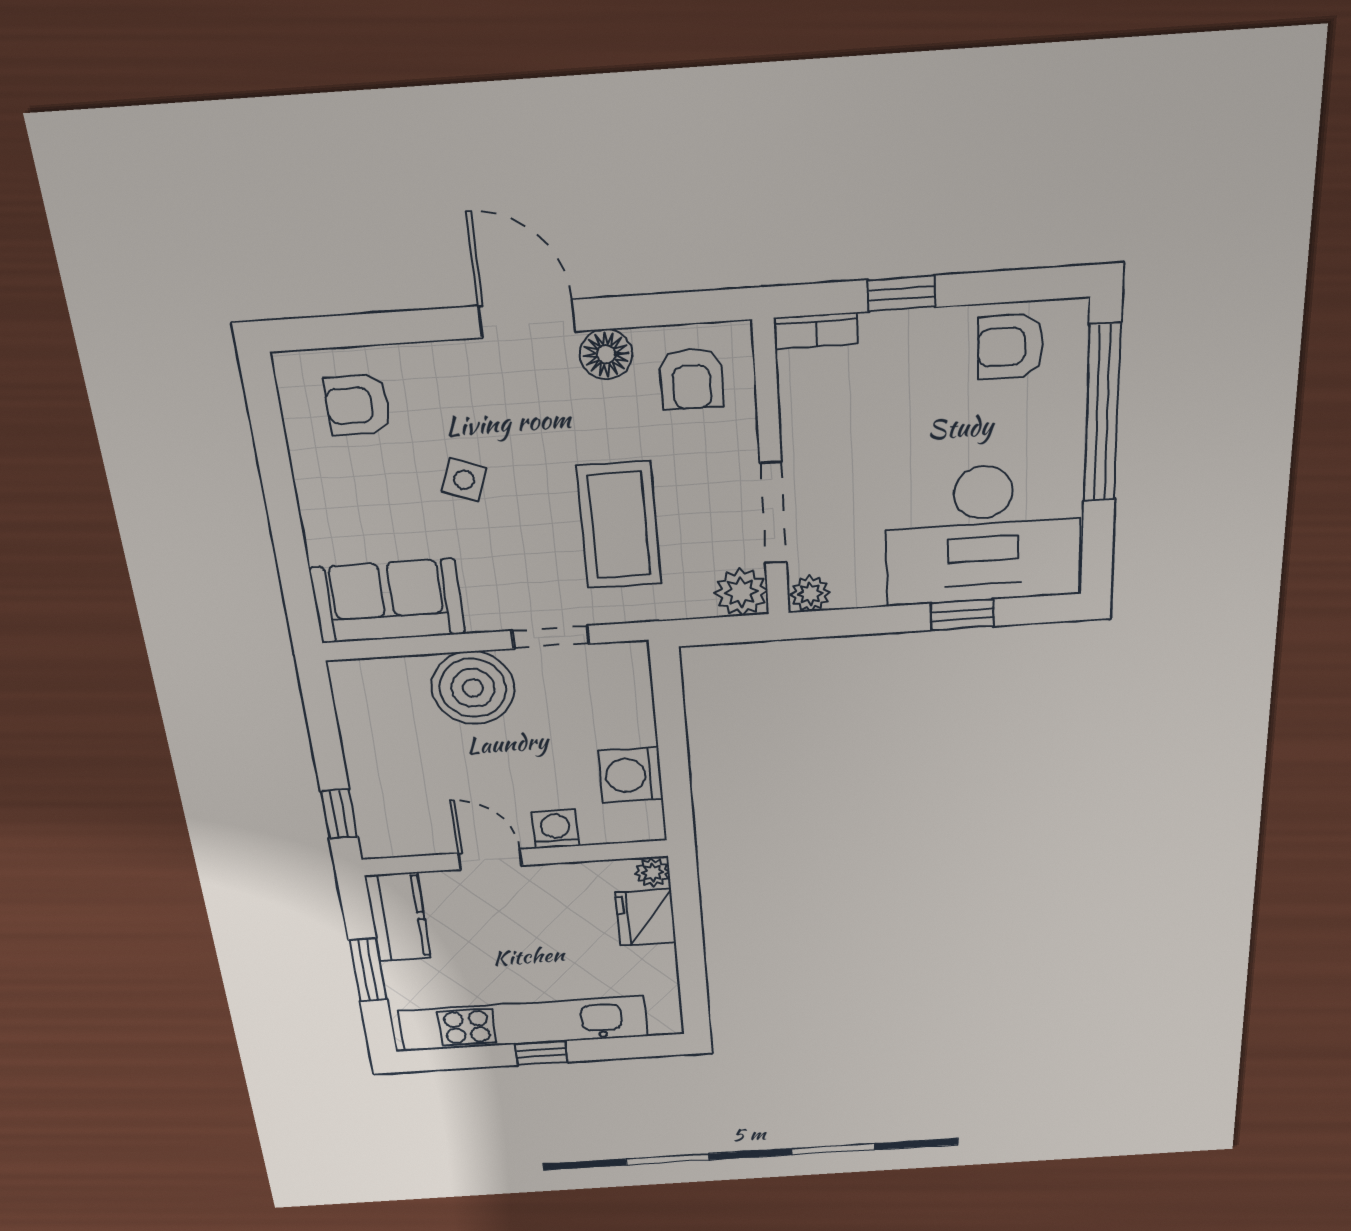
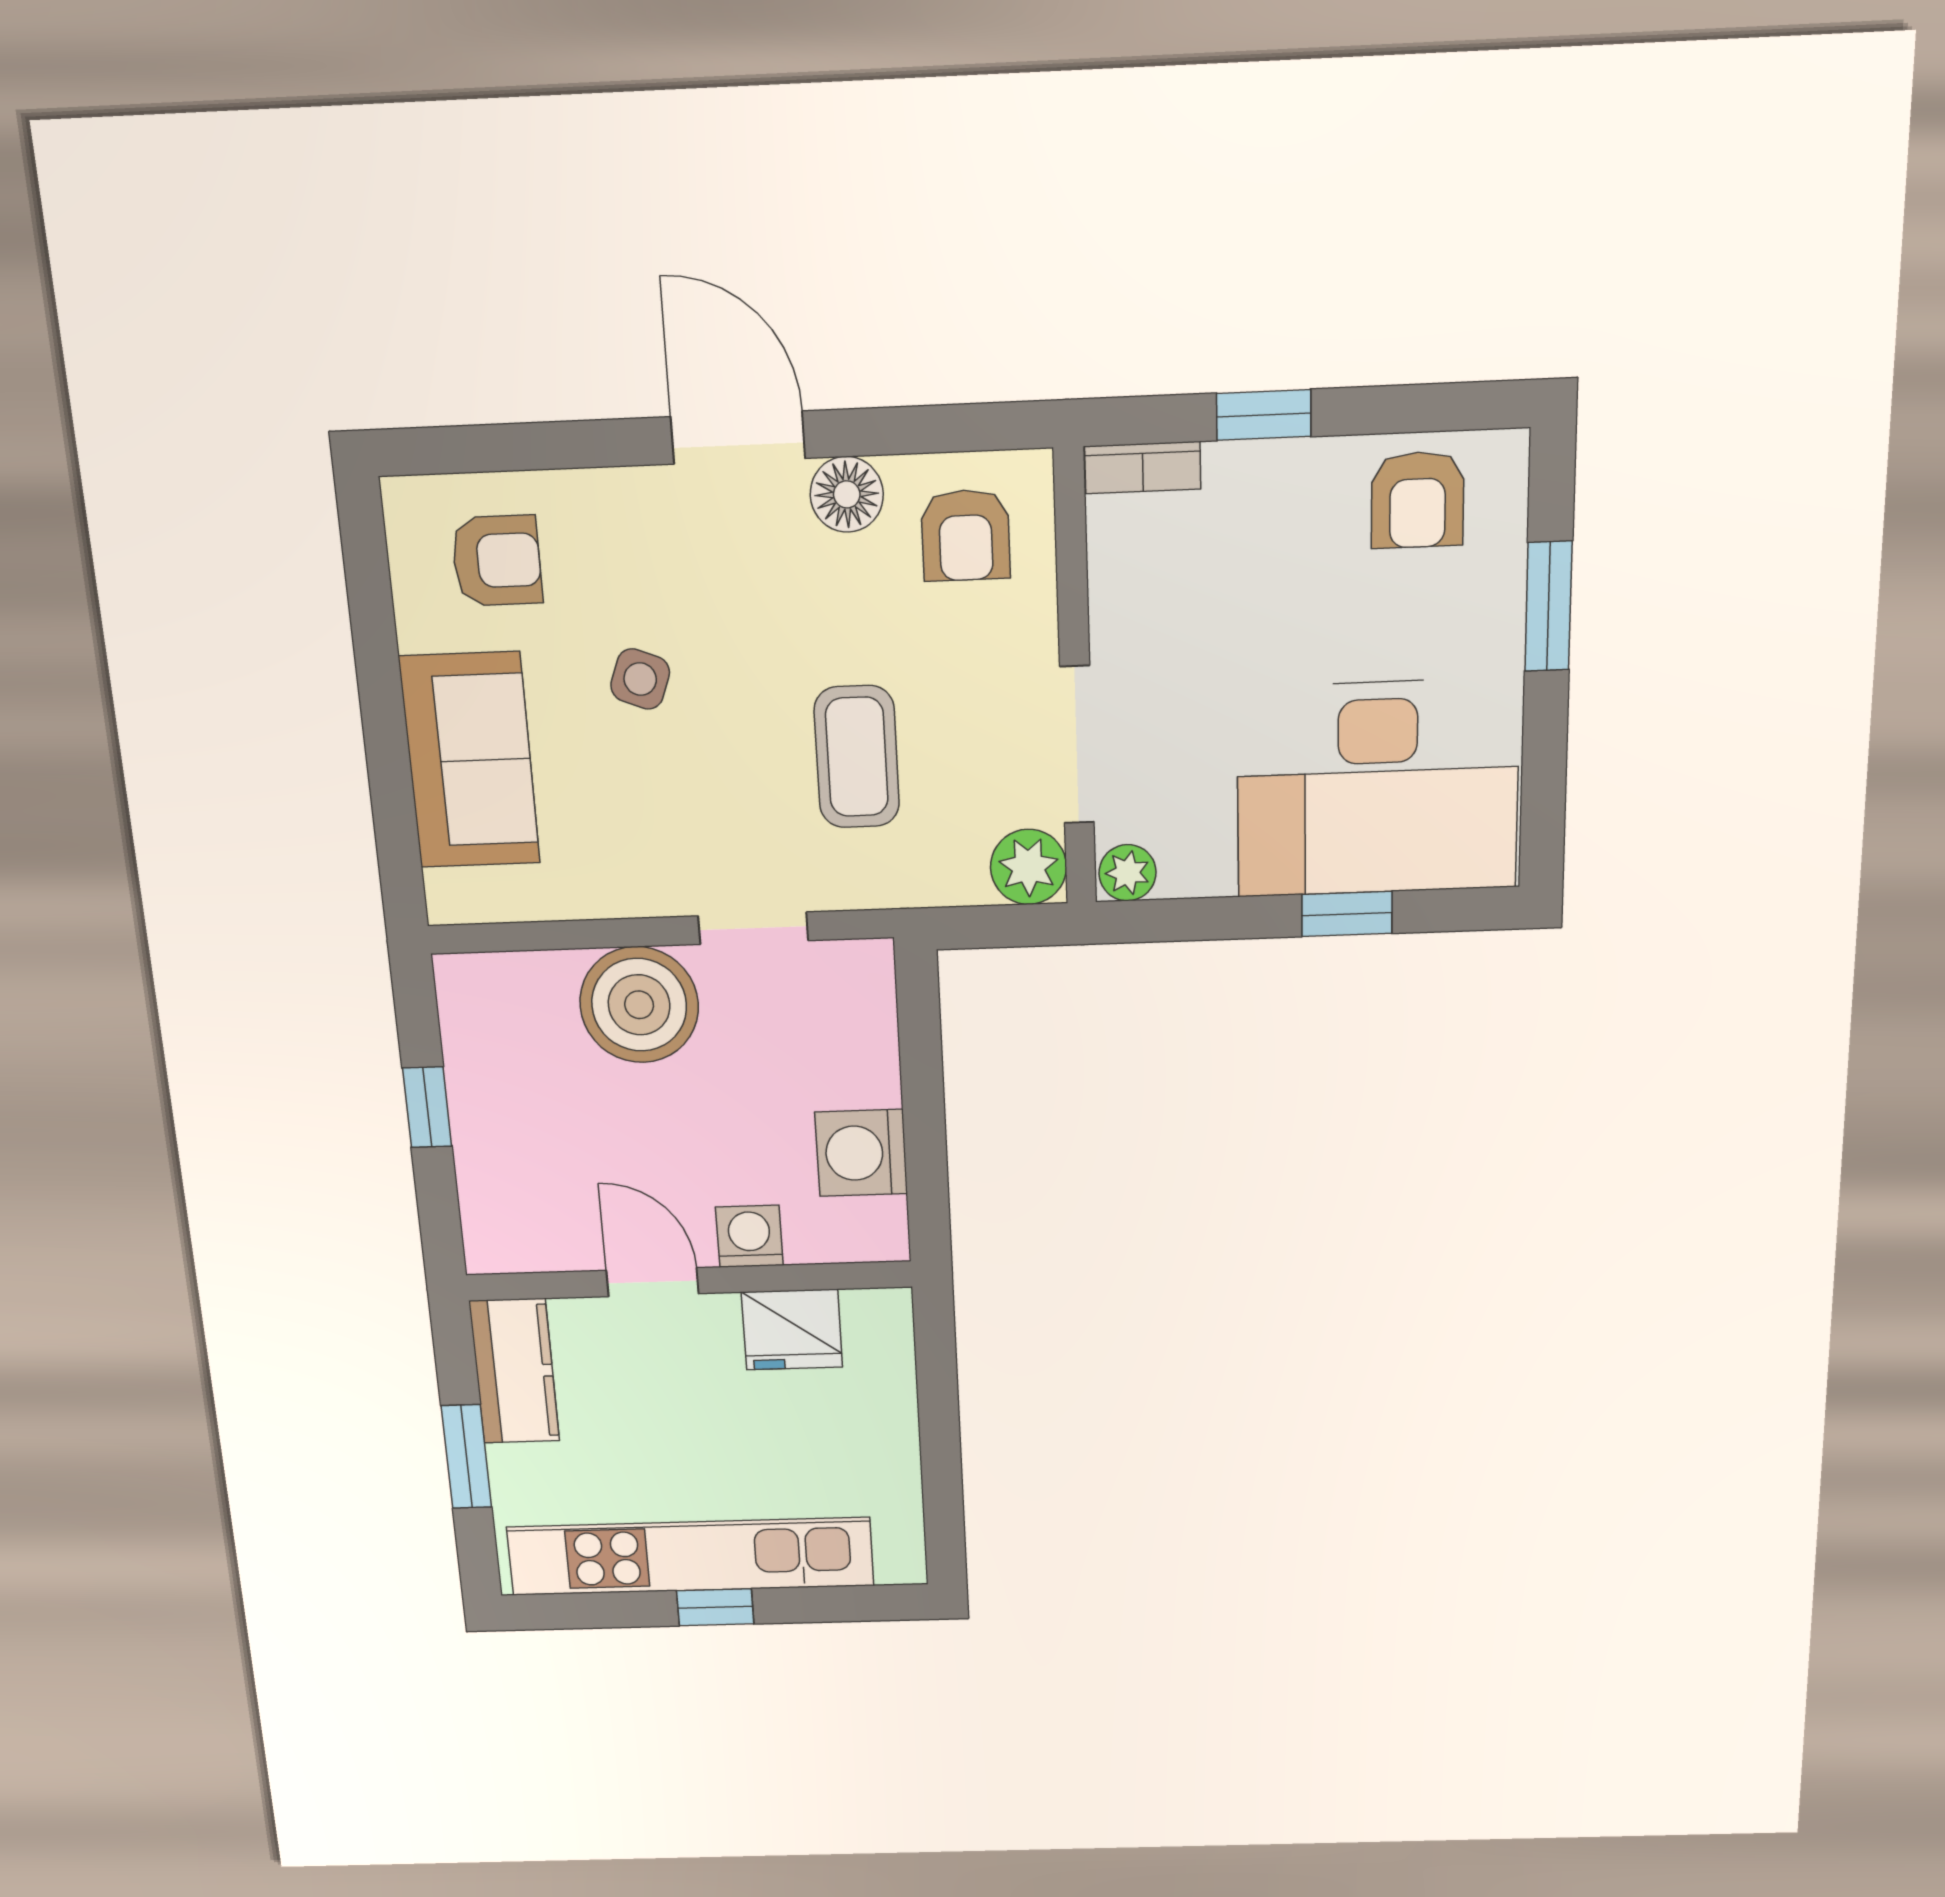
armchair: (1011, 347) -> (1418, 500), turned -90
armchair: (358, 405) -> (497, 561), turned 180
window: (1102, 414) -> (1548, 606), width x0.47
coffee table: (619, 525) -> (857, 757), width x0.73, depth x0.76
sofa: (388, 601) -> (470, 760), moved, turned 90
window: (339, 814) -> (427, 1107), moved
plant: (652, 873) -> (889, 1313), removed
fridge: (646, 918) -> (792, 1330), moved, turned -90

